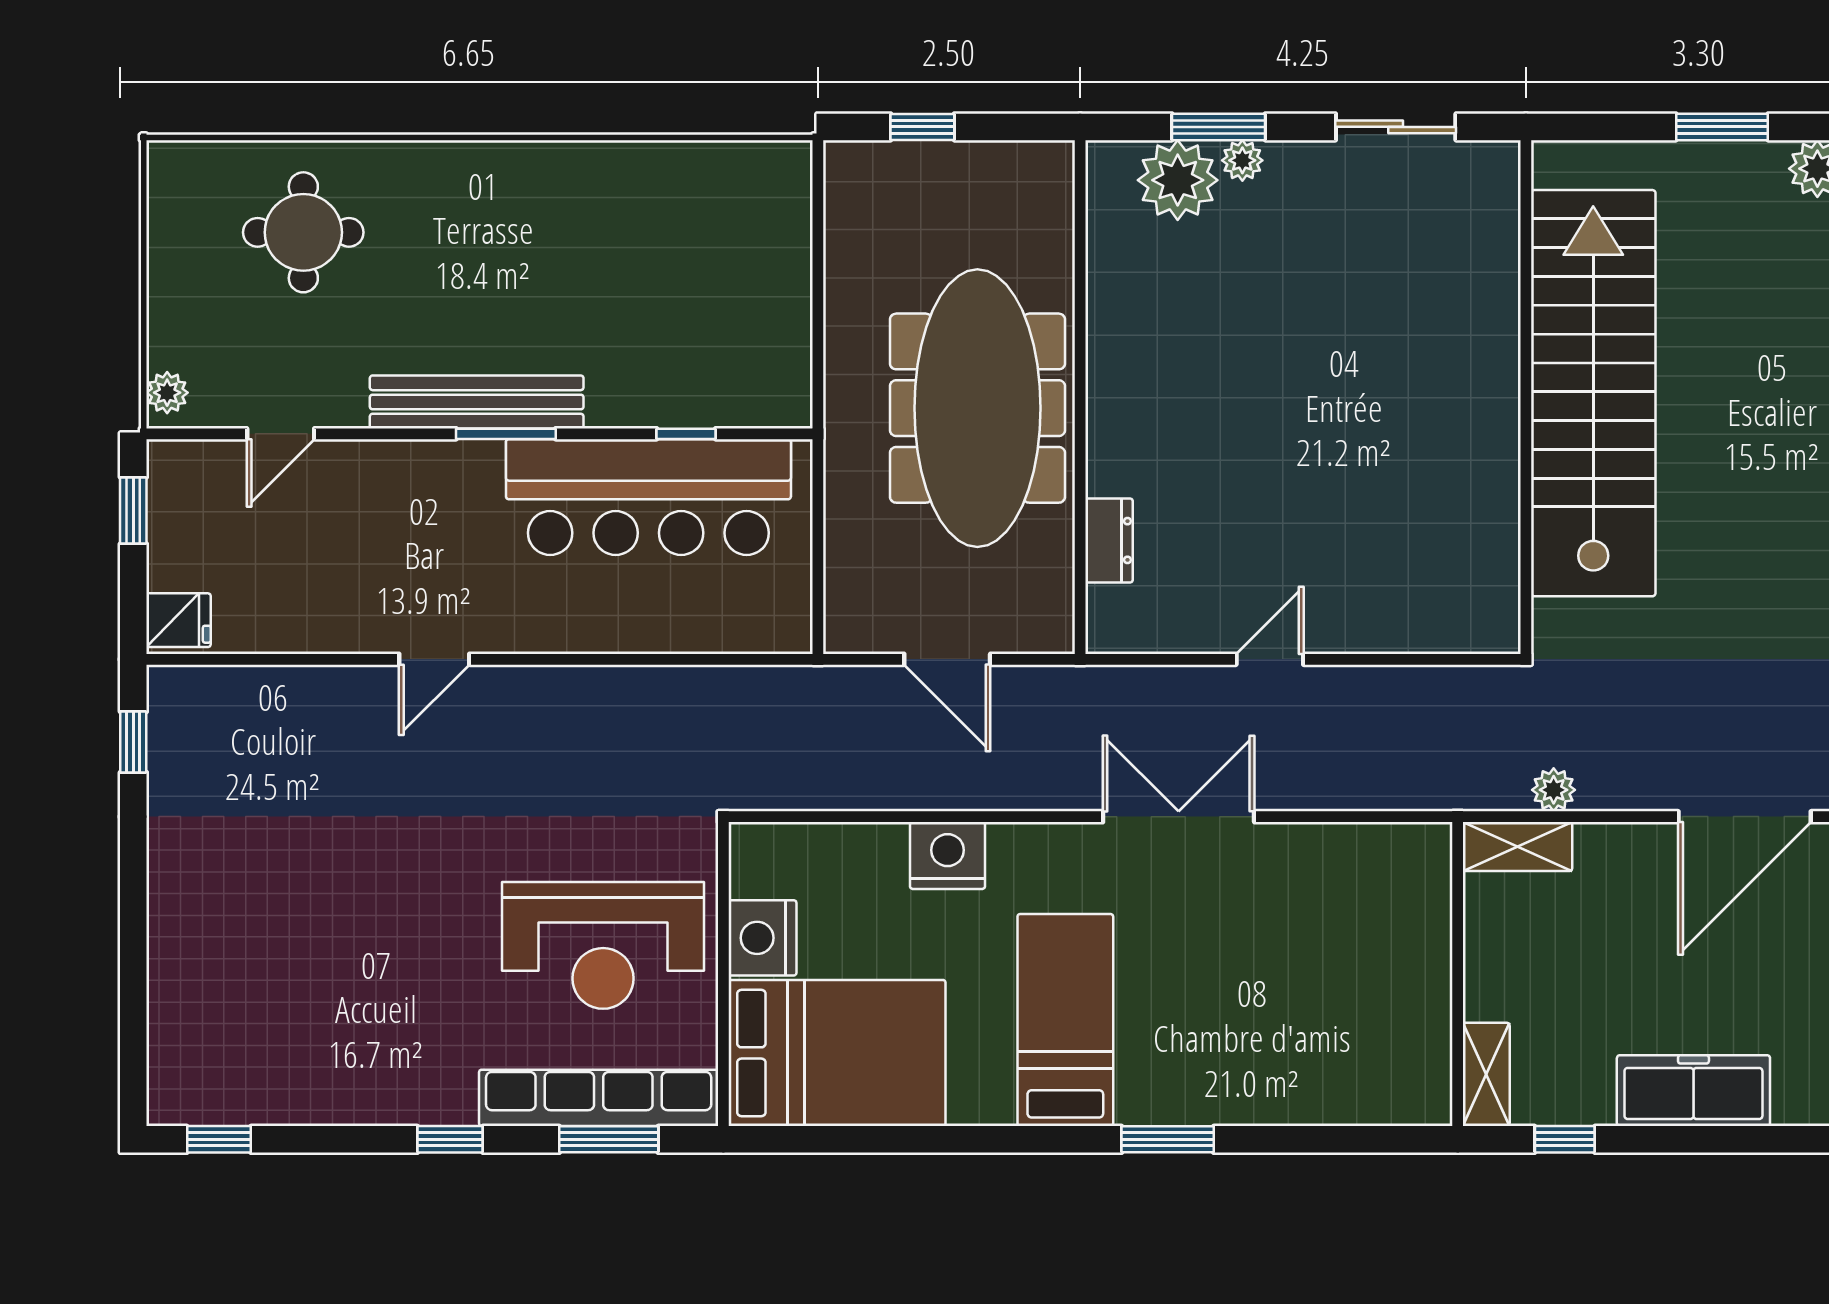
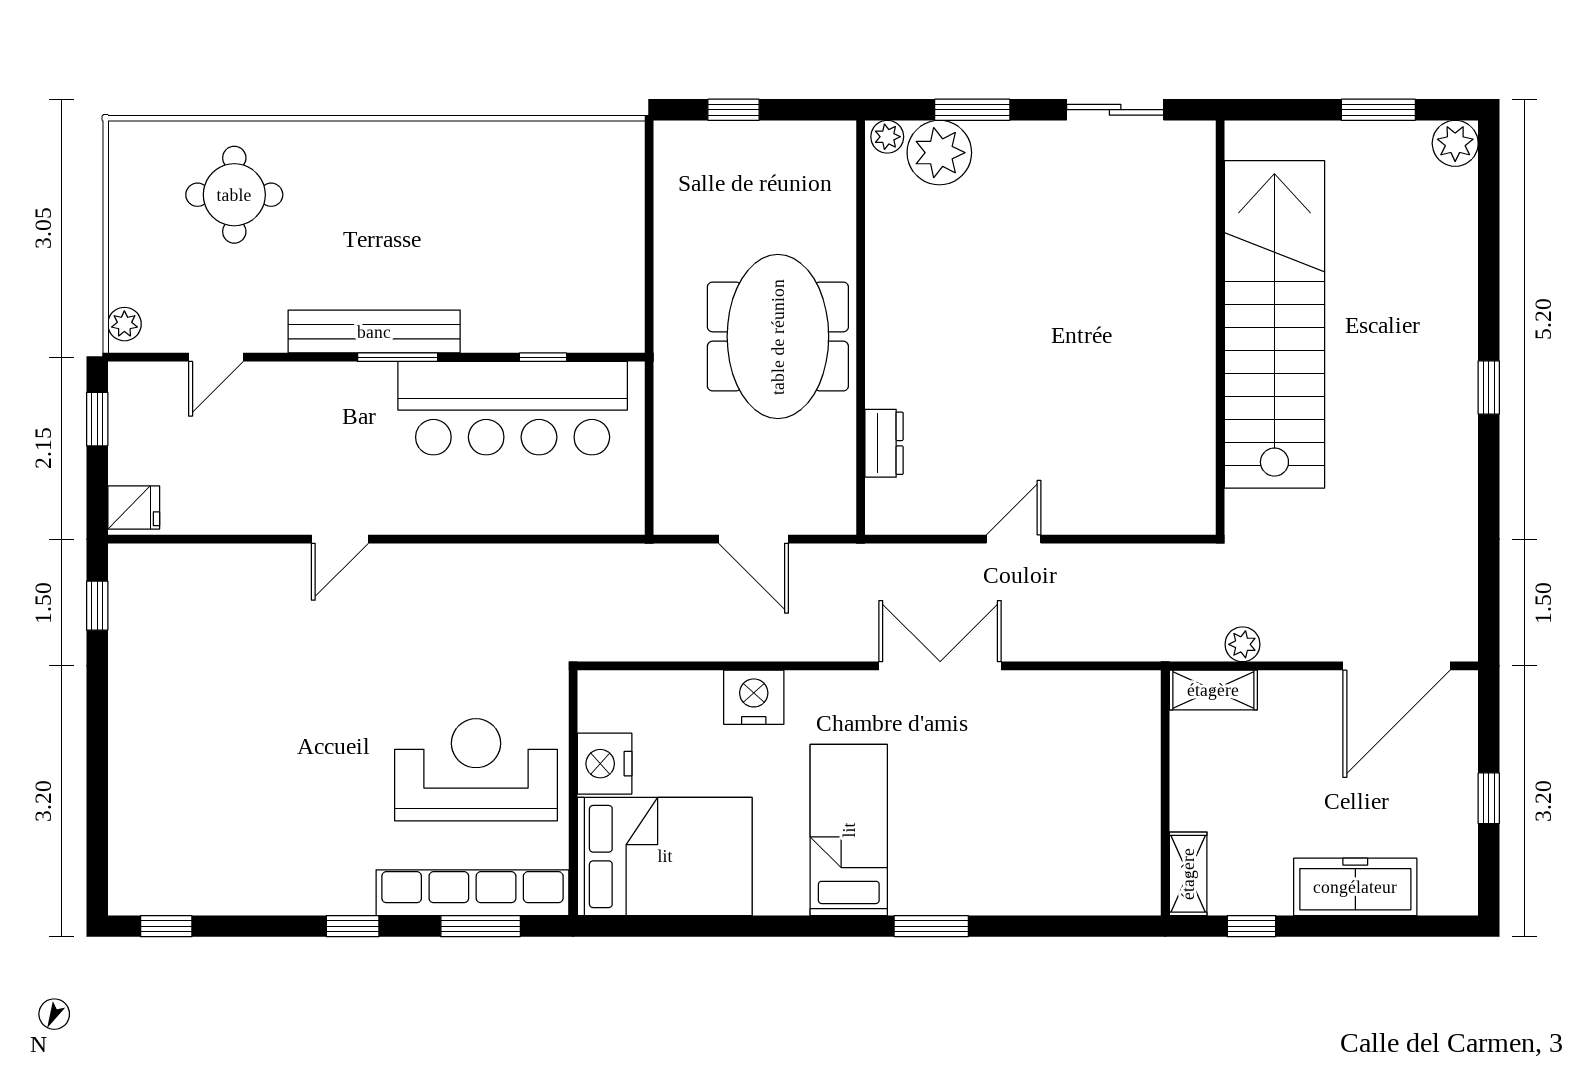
plant: (1242, 160) -> (887, 137), moved
meeting table: (977, 408) -> (778, 337), width x0.73
reception desk: (603, 945) -> (476, 770), turned 180

